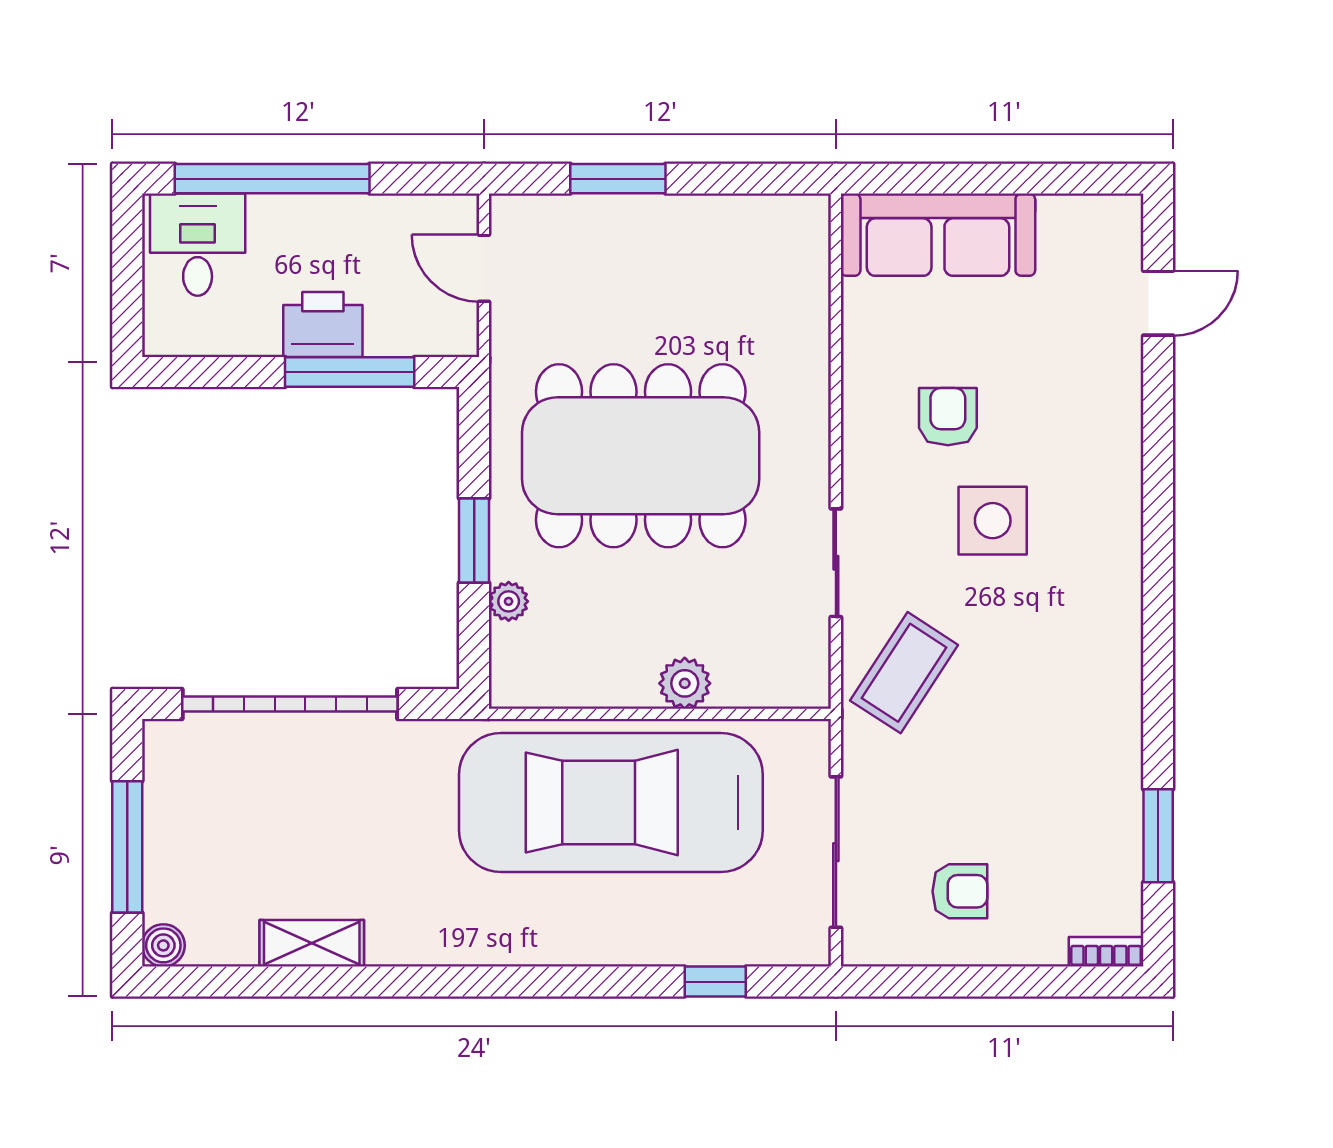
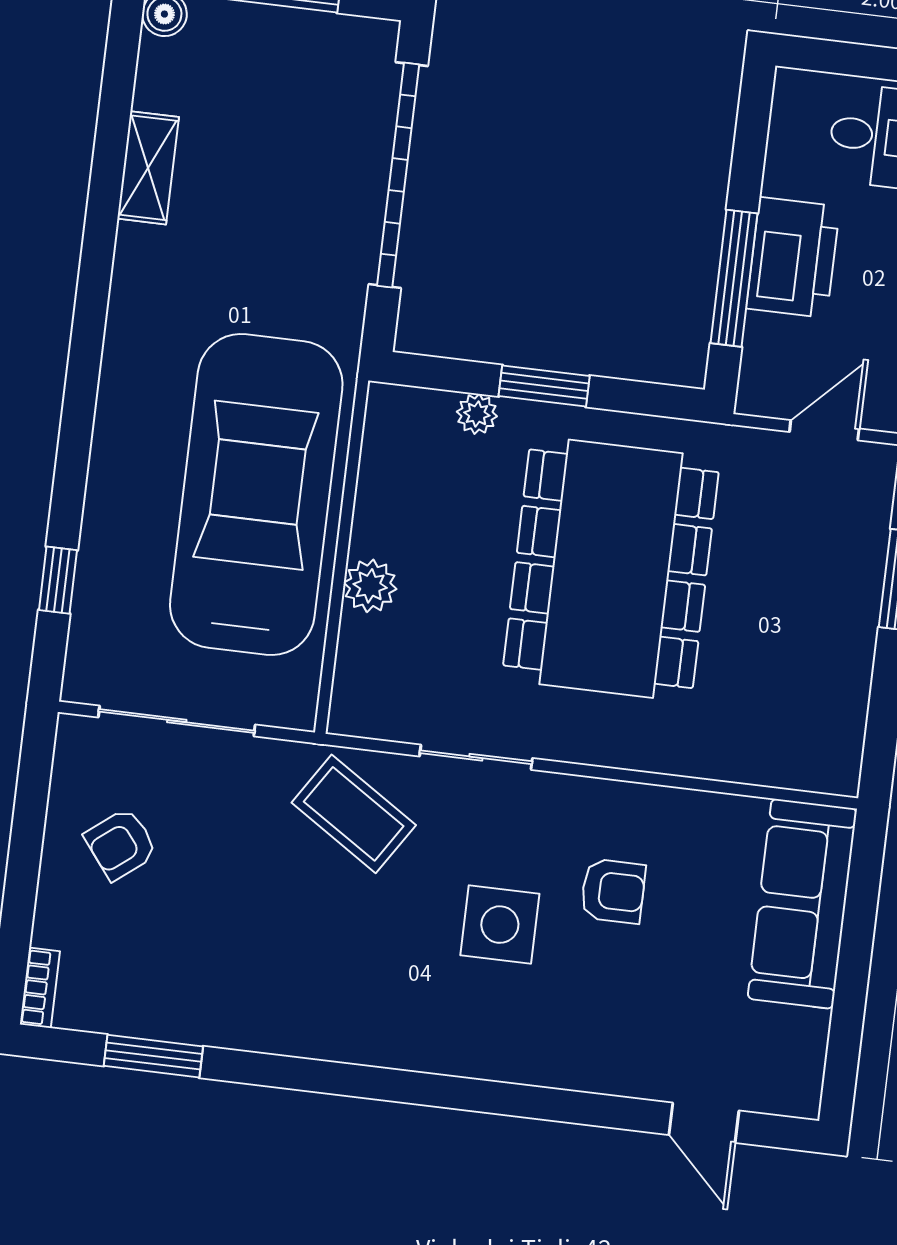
printer: (323, 324) -> (793, 257), width x1.37, depth x1.19
armchair: (960, 891) -> (121, 844), turned 52

